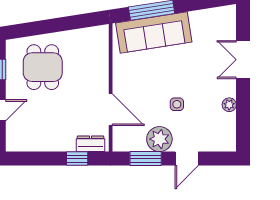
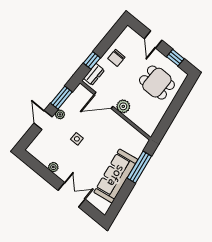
sofa: (154, 32) -> (116, 176), moved
plant: (99, 83) -> (123, 106), added
chair: (52, 134) -> (116, 58), added
plant: (159, 139) -> (60, 114), width x0.53, depth x0.53

